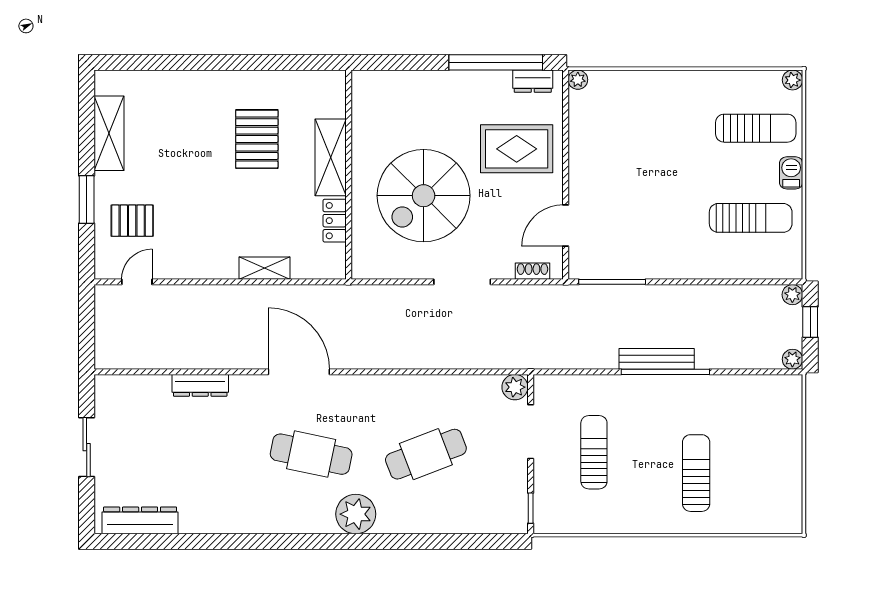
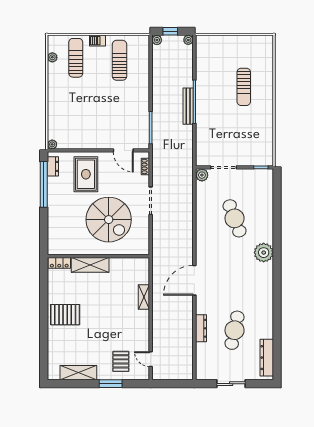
plant: (793, 80) -> (52, 57), moved
pallet: (257, 139) -> (65, 315), moved
locker: (335, 221) -> (59, 263), moved
sun lounger: (594, 452) -> (234, 137), removed
cafe table: (311, 454) -> (235, 330), moved
sun lounger: (696, 473) -> (244, 87), turned -90

